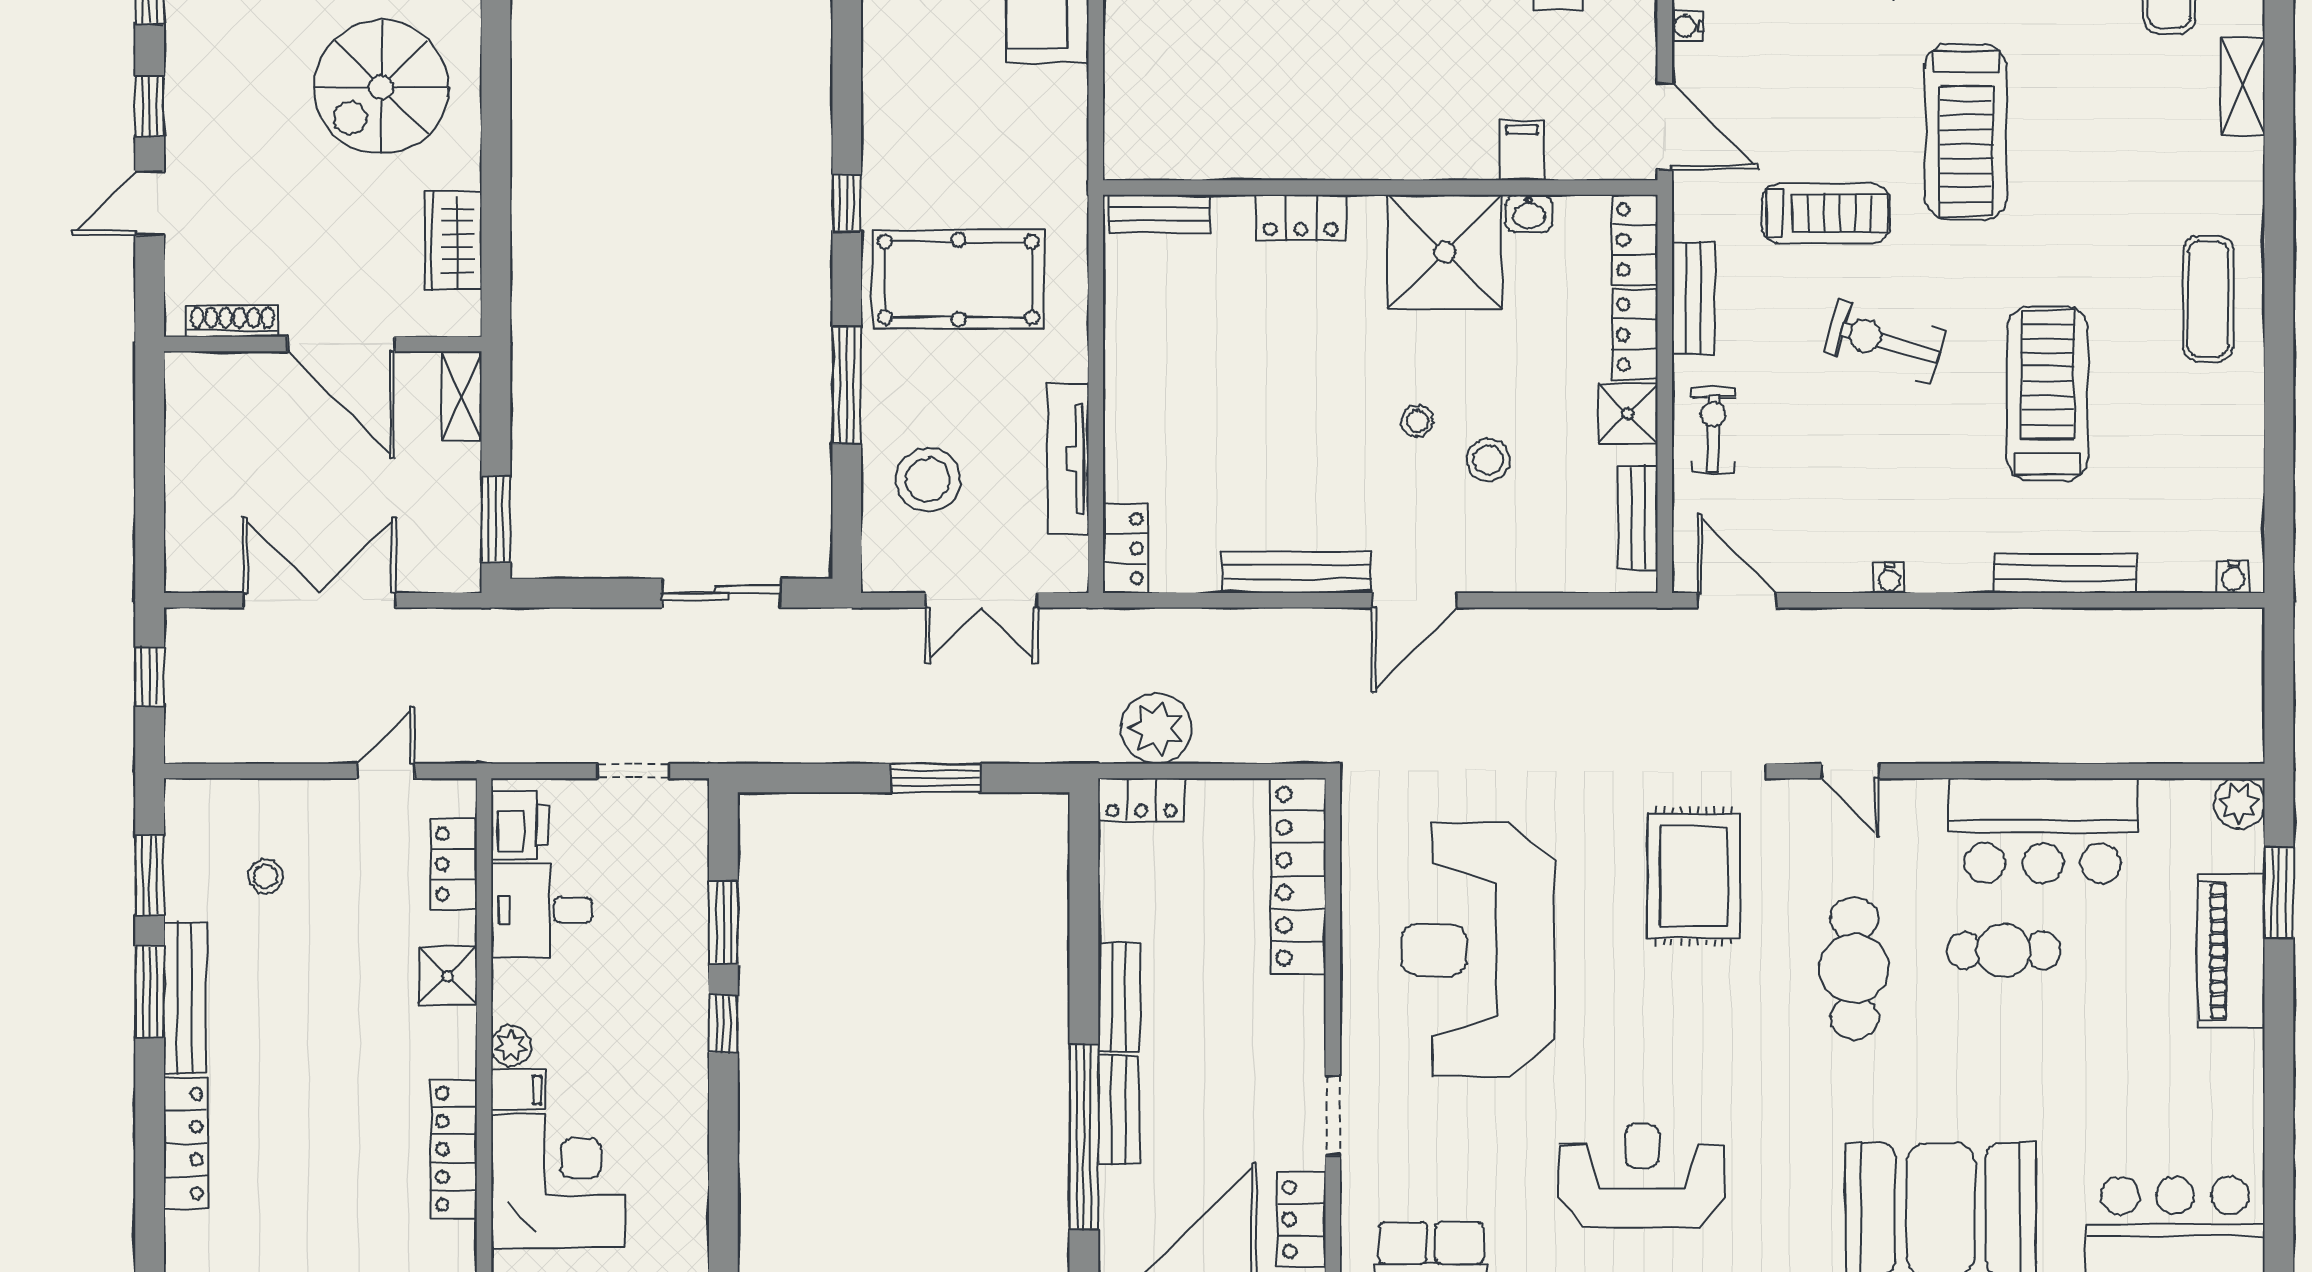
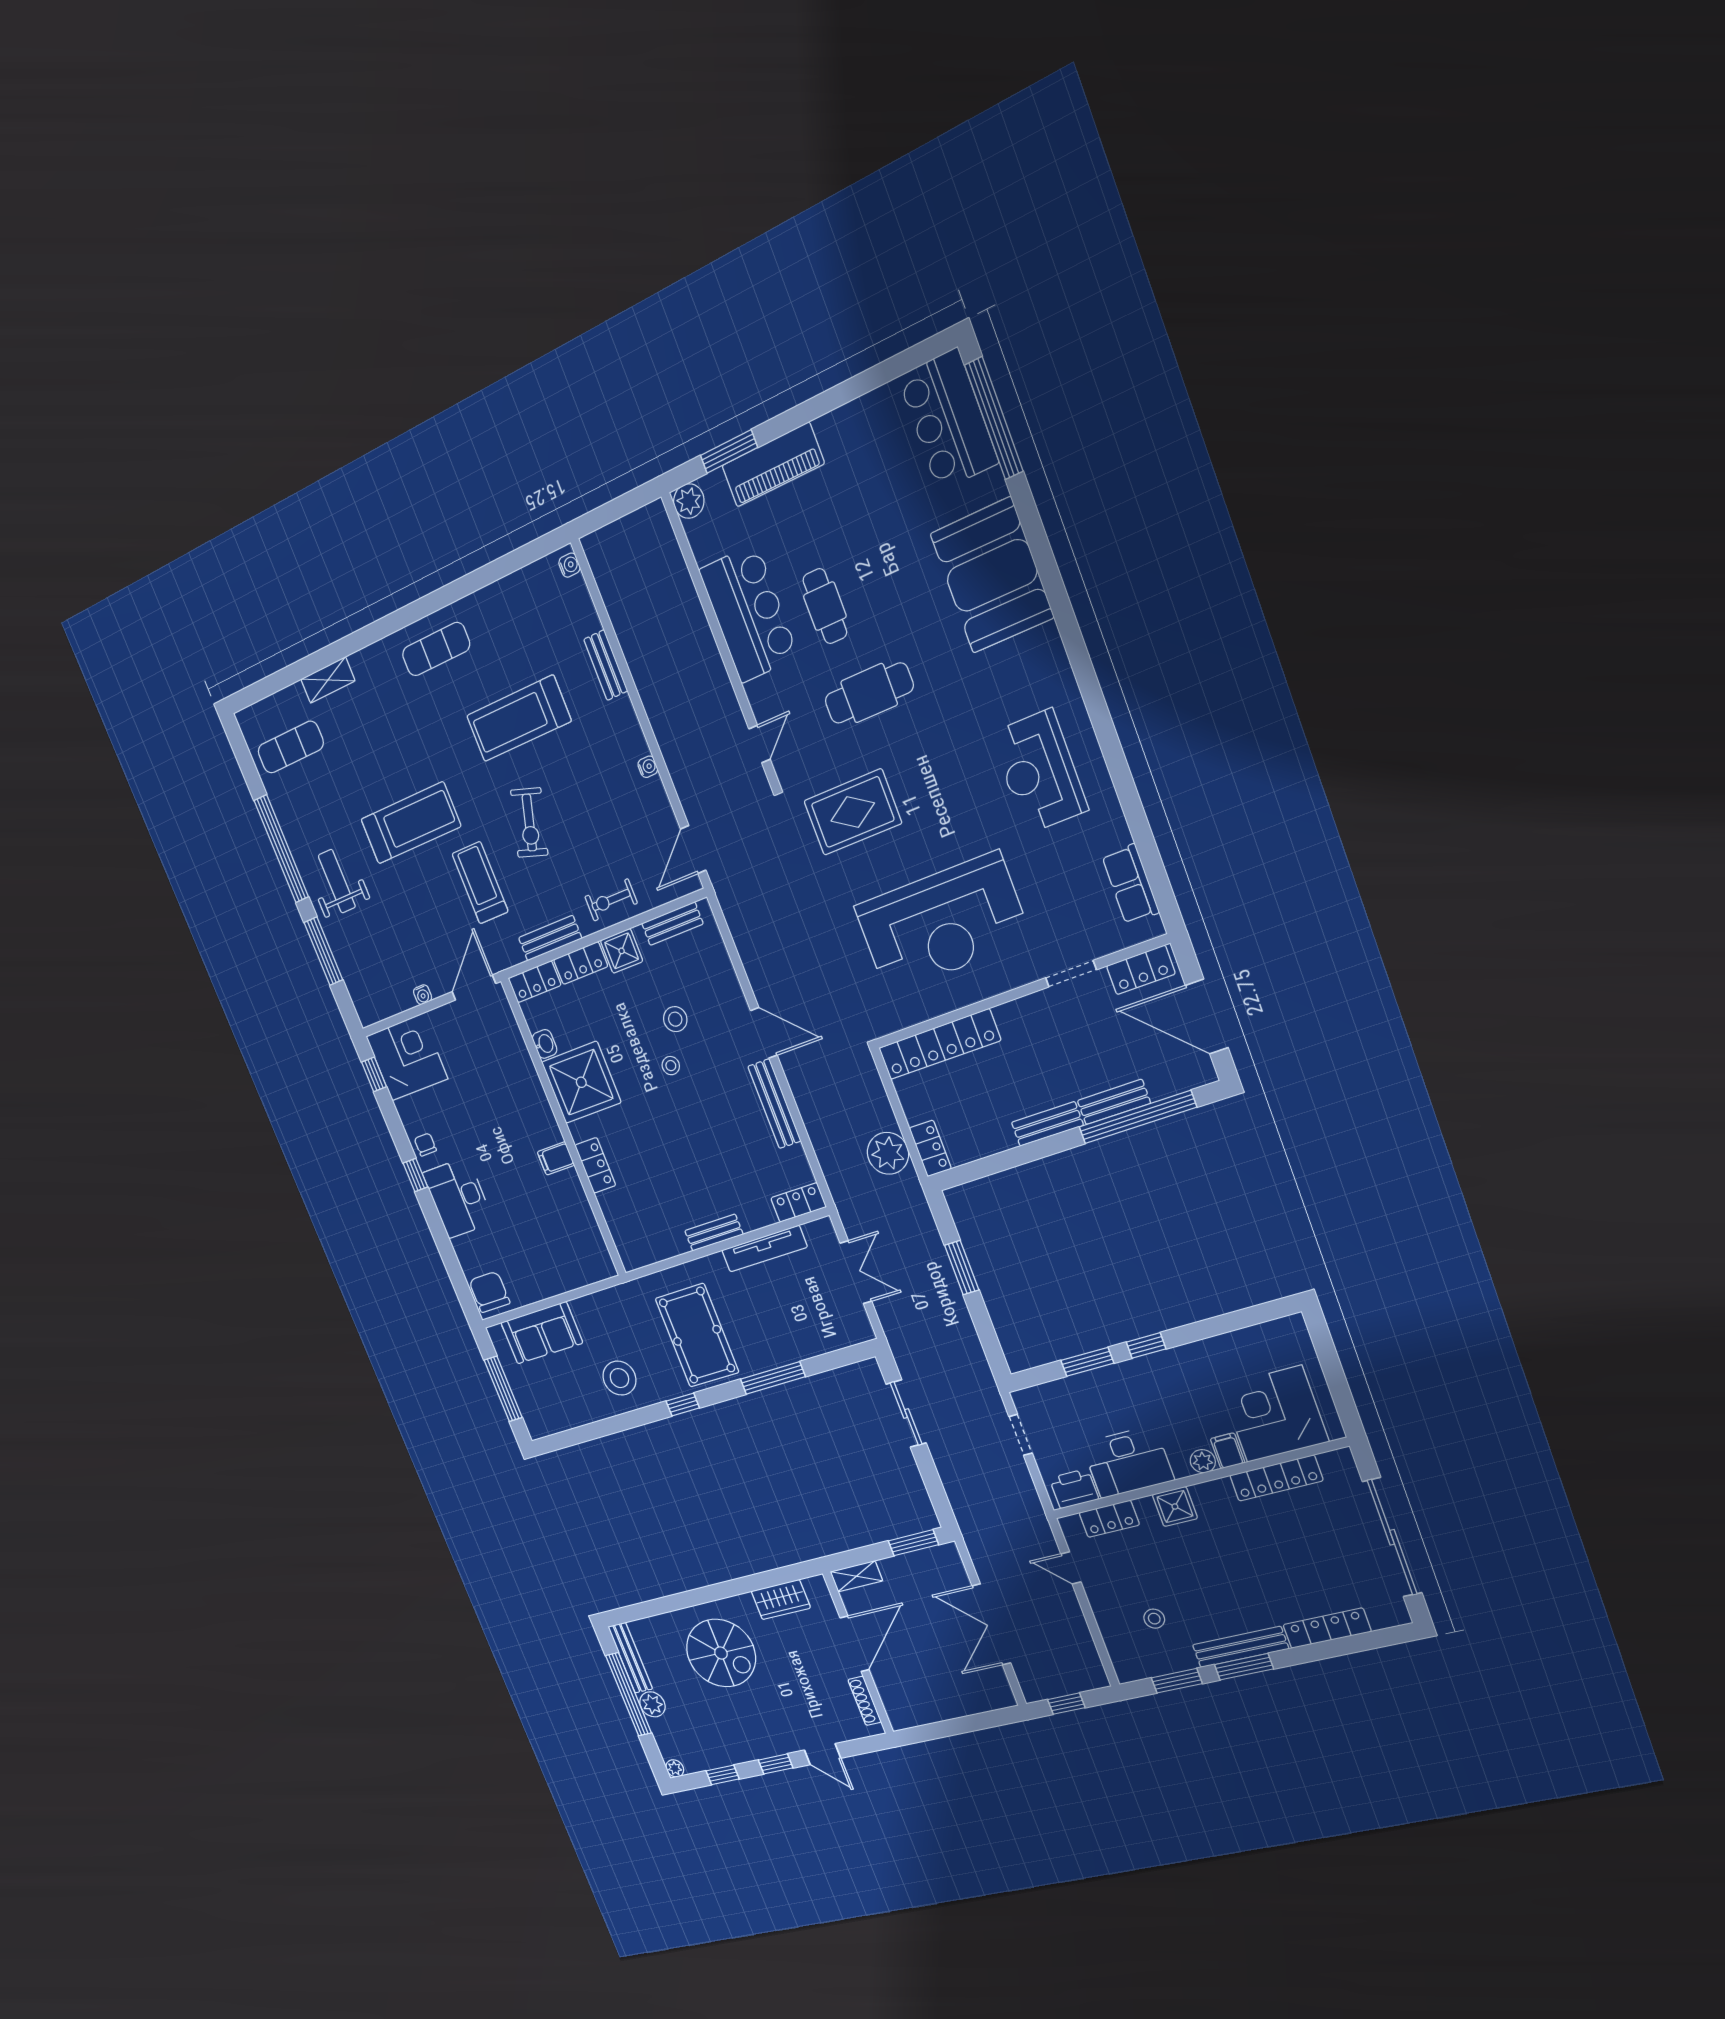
filing cabinet: (1522, 151) -> (556, 1158), moved
bench: (1160, 214) -> (714, 1233), moved, turned 90
stool: (928, 480) -> (619, 1378), moved
bench: (2065, 573) -> (606, 665), width x0.73
desk: (542, 910) -> (1128, 1462), width x1.37

